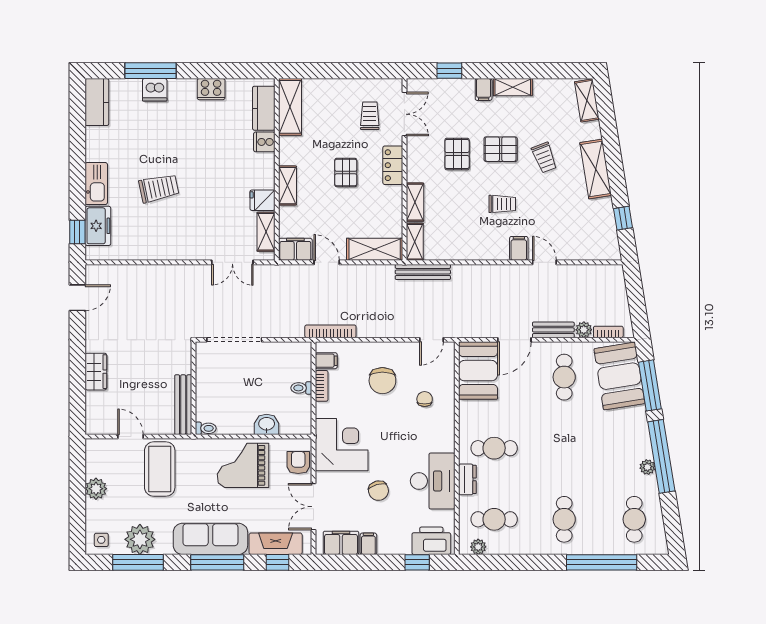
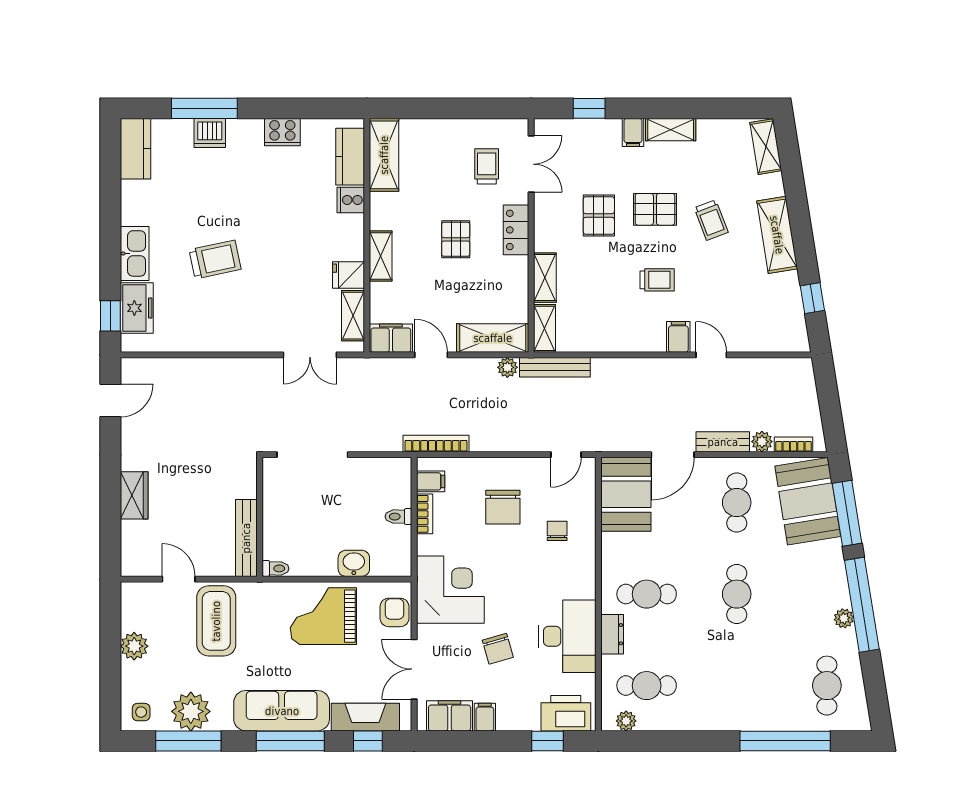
plant: (386, 272) -> (507, 367), added
cafe table: (564, 519) -> (737, 594), moved

